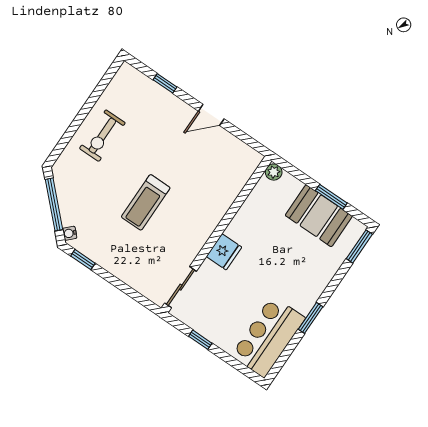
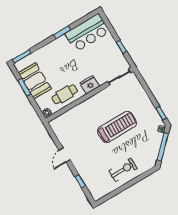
door: (211, 115) -> (65, 155), swing flipped
treadmill: (146, 202) -> (117, 127), width x1.37, depth x1.38
cafe table: (258, 216) -> (65, 94), added

